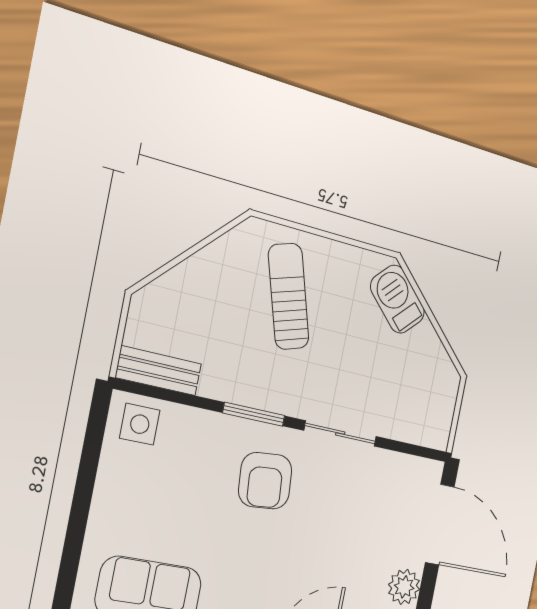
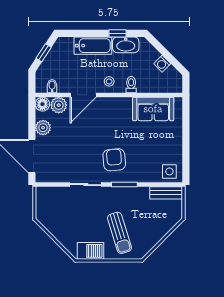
barbecue: (398, 299) -> (90, 251), moved, turned -45

